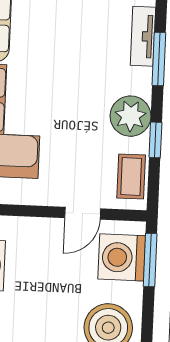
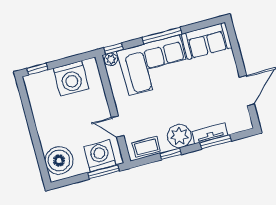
tv unit: (143, 36) -> (210, 133), moved

